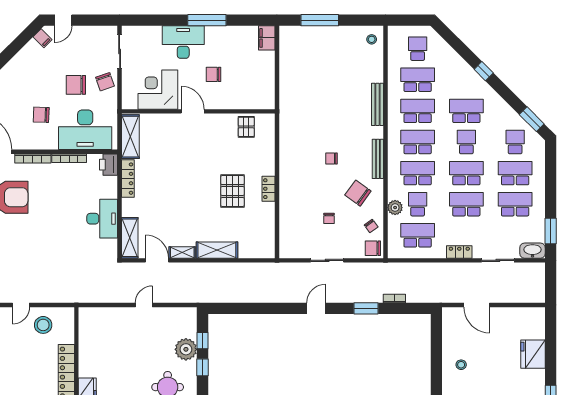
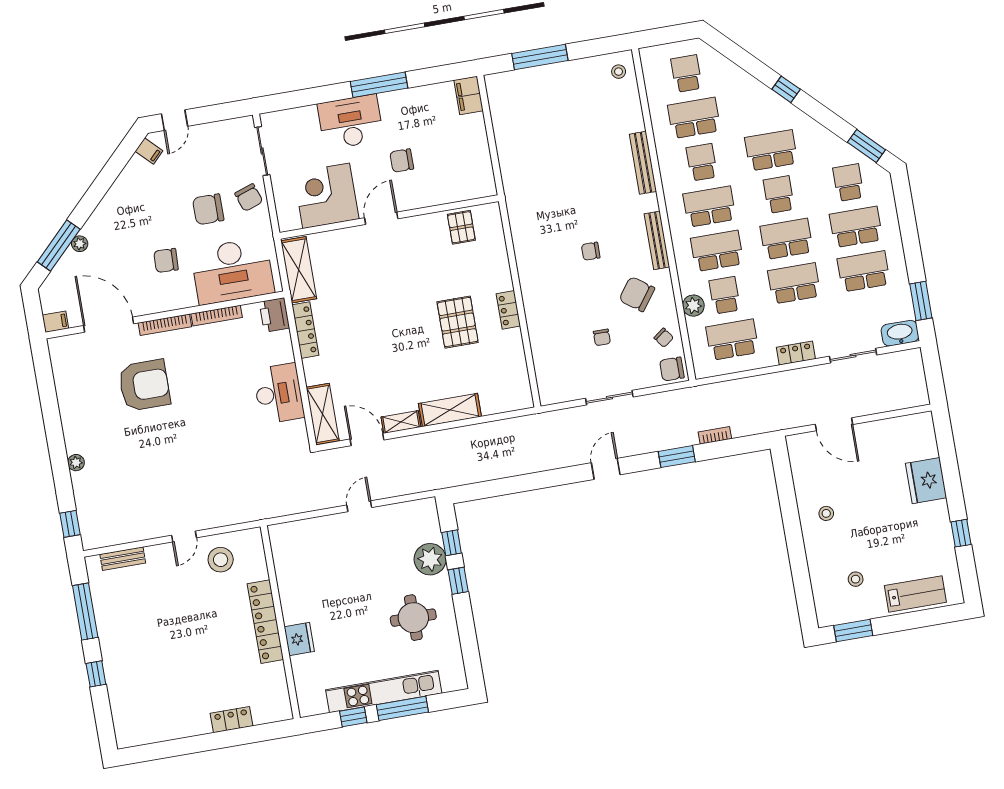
door: (193, 111) -> (381, 218), hinge flipped
school desk: (418, 111) -> (702, 162), width x0.54

